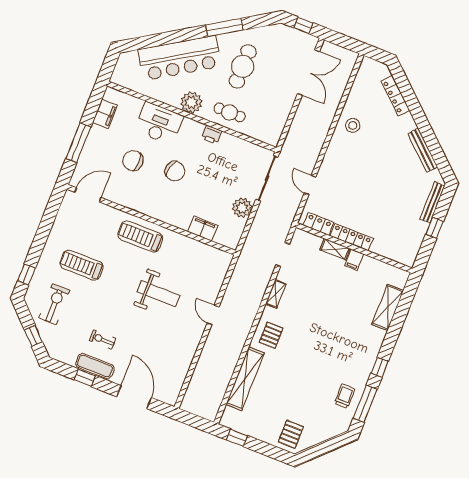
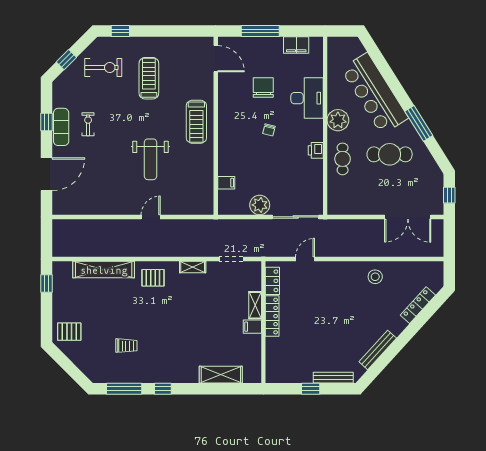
chair: (175, 171) -> (269, 130), width x0.54, depth x0.54
filing cabinet: (203, 229) -> (226, 183), width x0.50
treadmill: (140, 236) -> (196, 122), turned 180
trolley: (345, 396) -> (126, 346), moved

